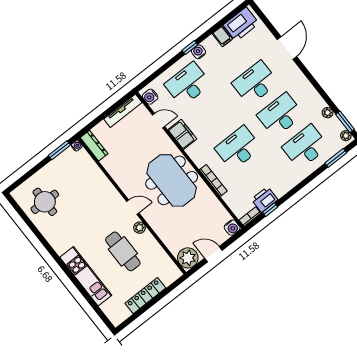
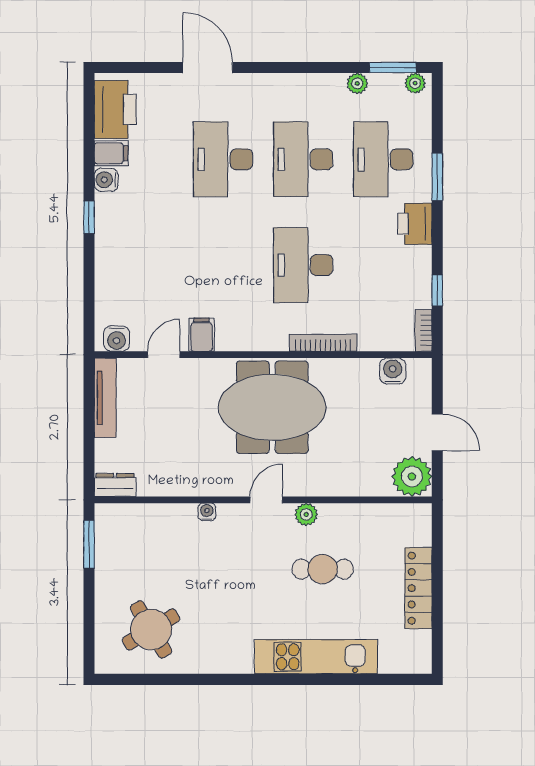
water cooler: (199, 52) -> (106, 180), moved
desk: (188, 84) -> (143, 265), removed
filing cabinet: (182, 134) -> (202, 335), width x0.50
water cooler: (77, 146) -> (207, 512), moved
dresser: (94, 146) -> (115, 485), width x0.70
window: (336, 158) -> (437, 177), moved
printer: (265, 199) -> (415, 224), moved
round table: (45, 202) -> (151, 629), turned -31
water cooler: (232, 228) -> (393, 371), moved, turned -90
cafe table: (123, 251) -> (323, 569), width x0.73, depth x0.74
door: (213, 254) -> (437, 432), swing flipped

